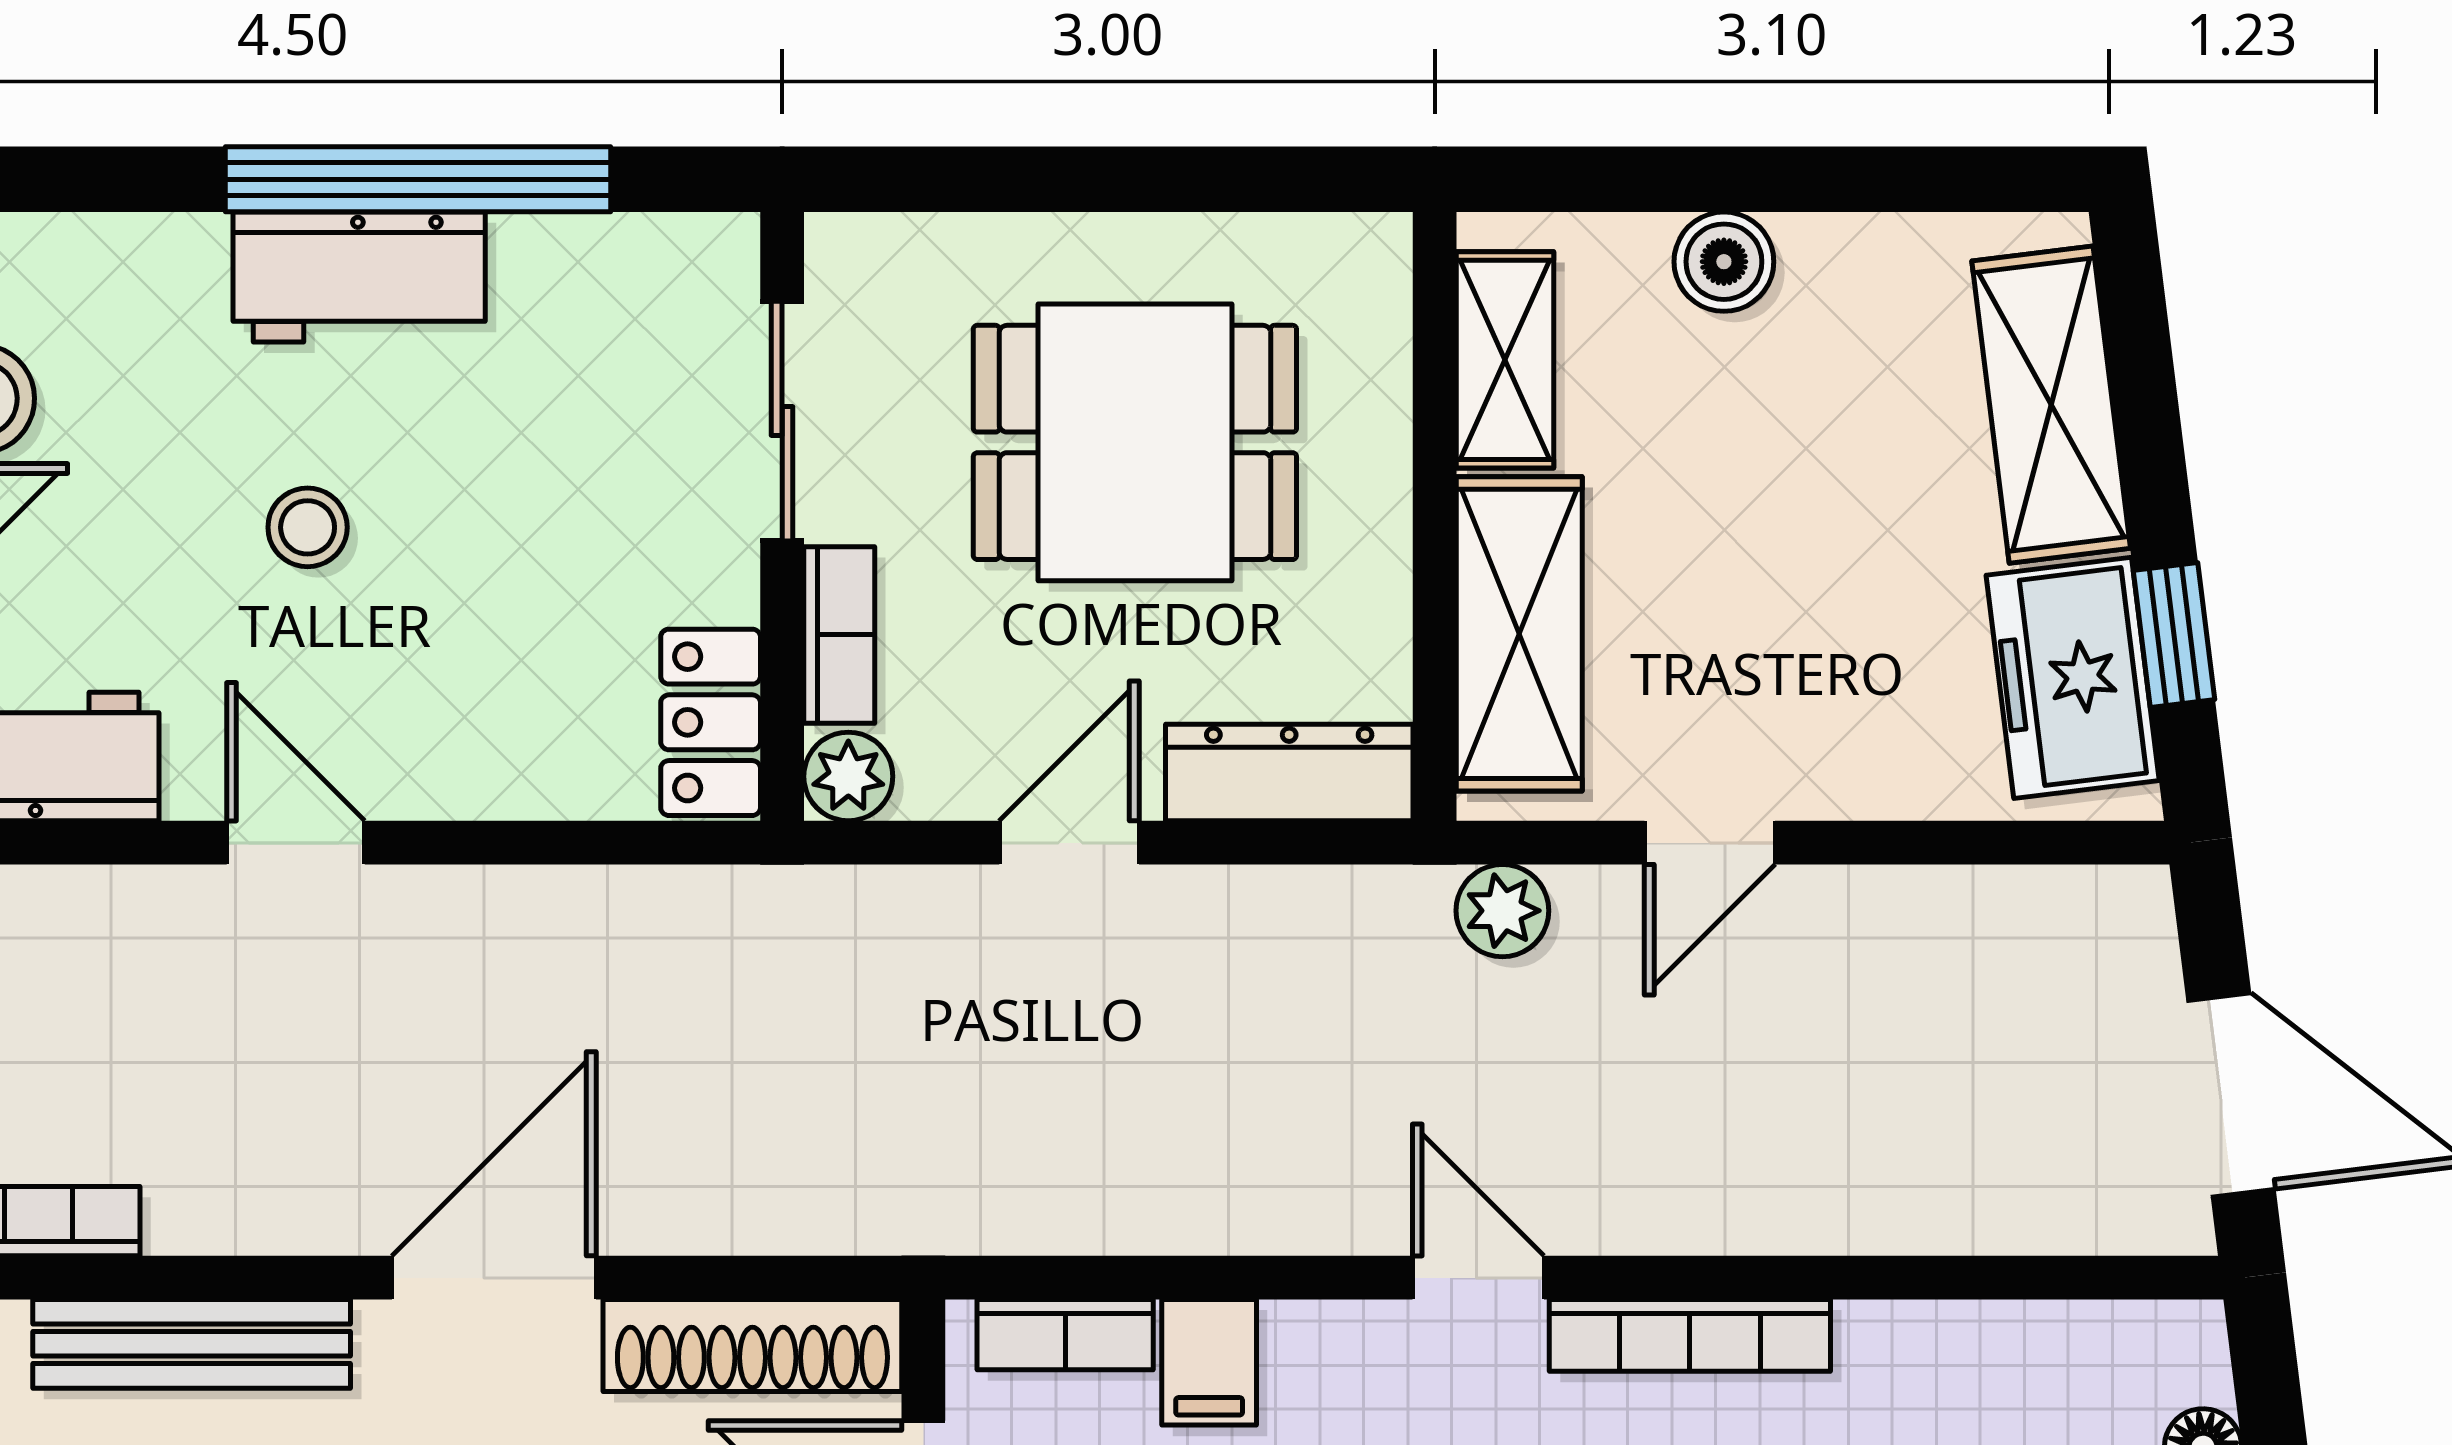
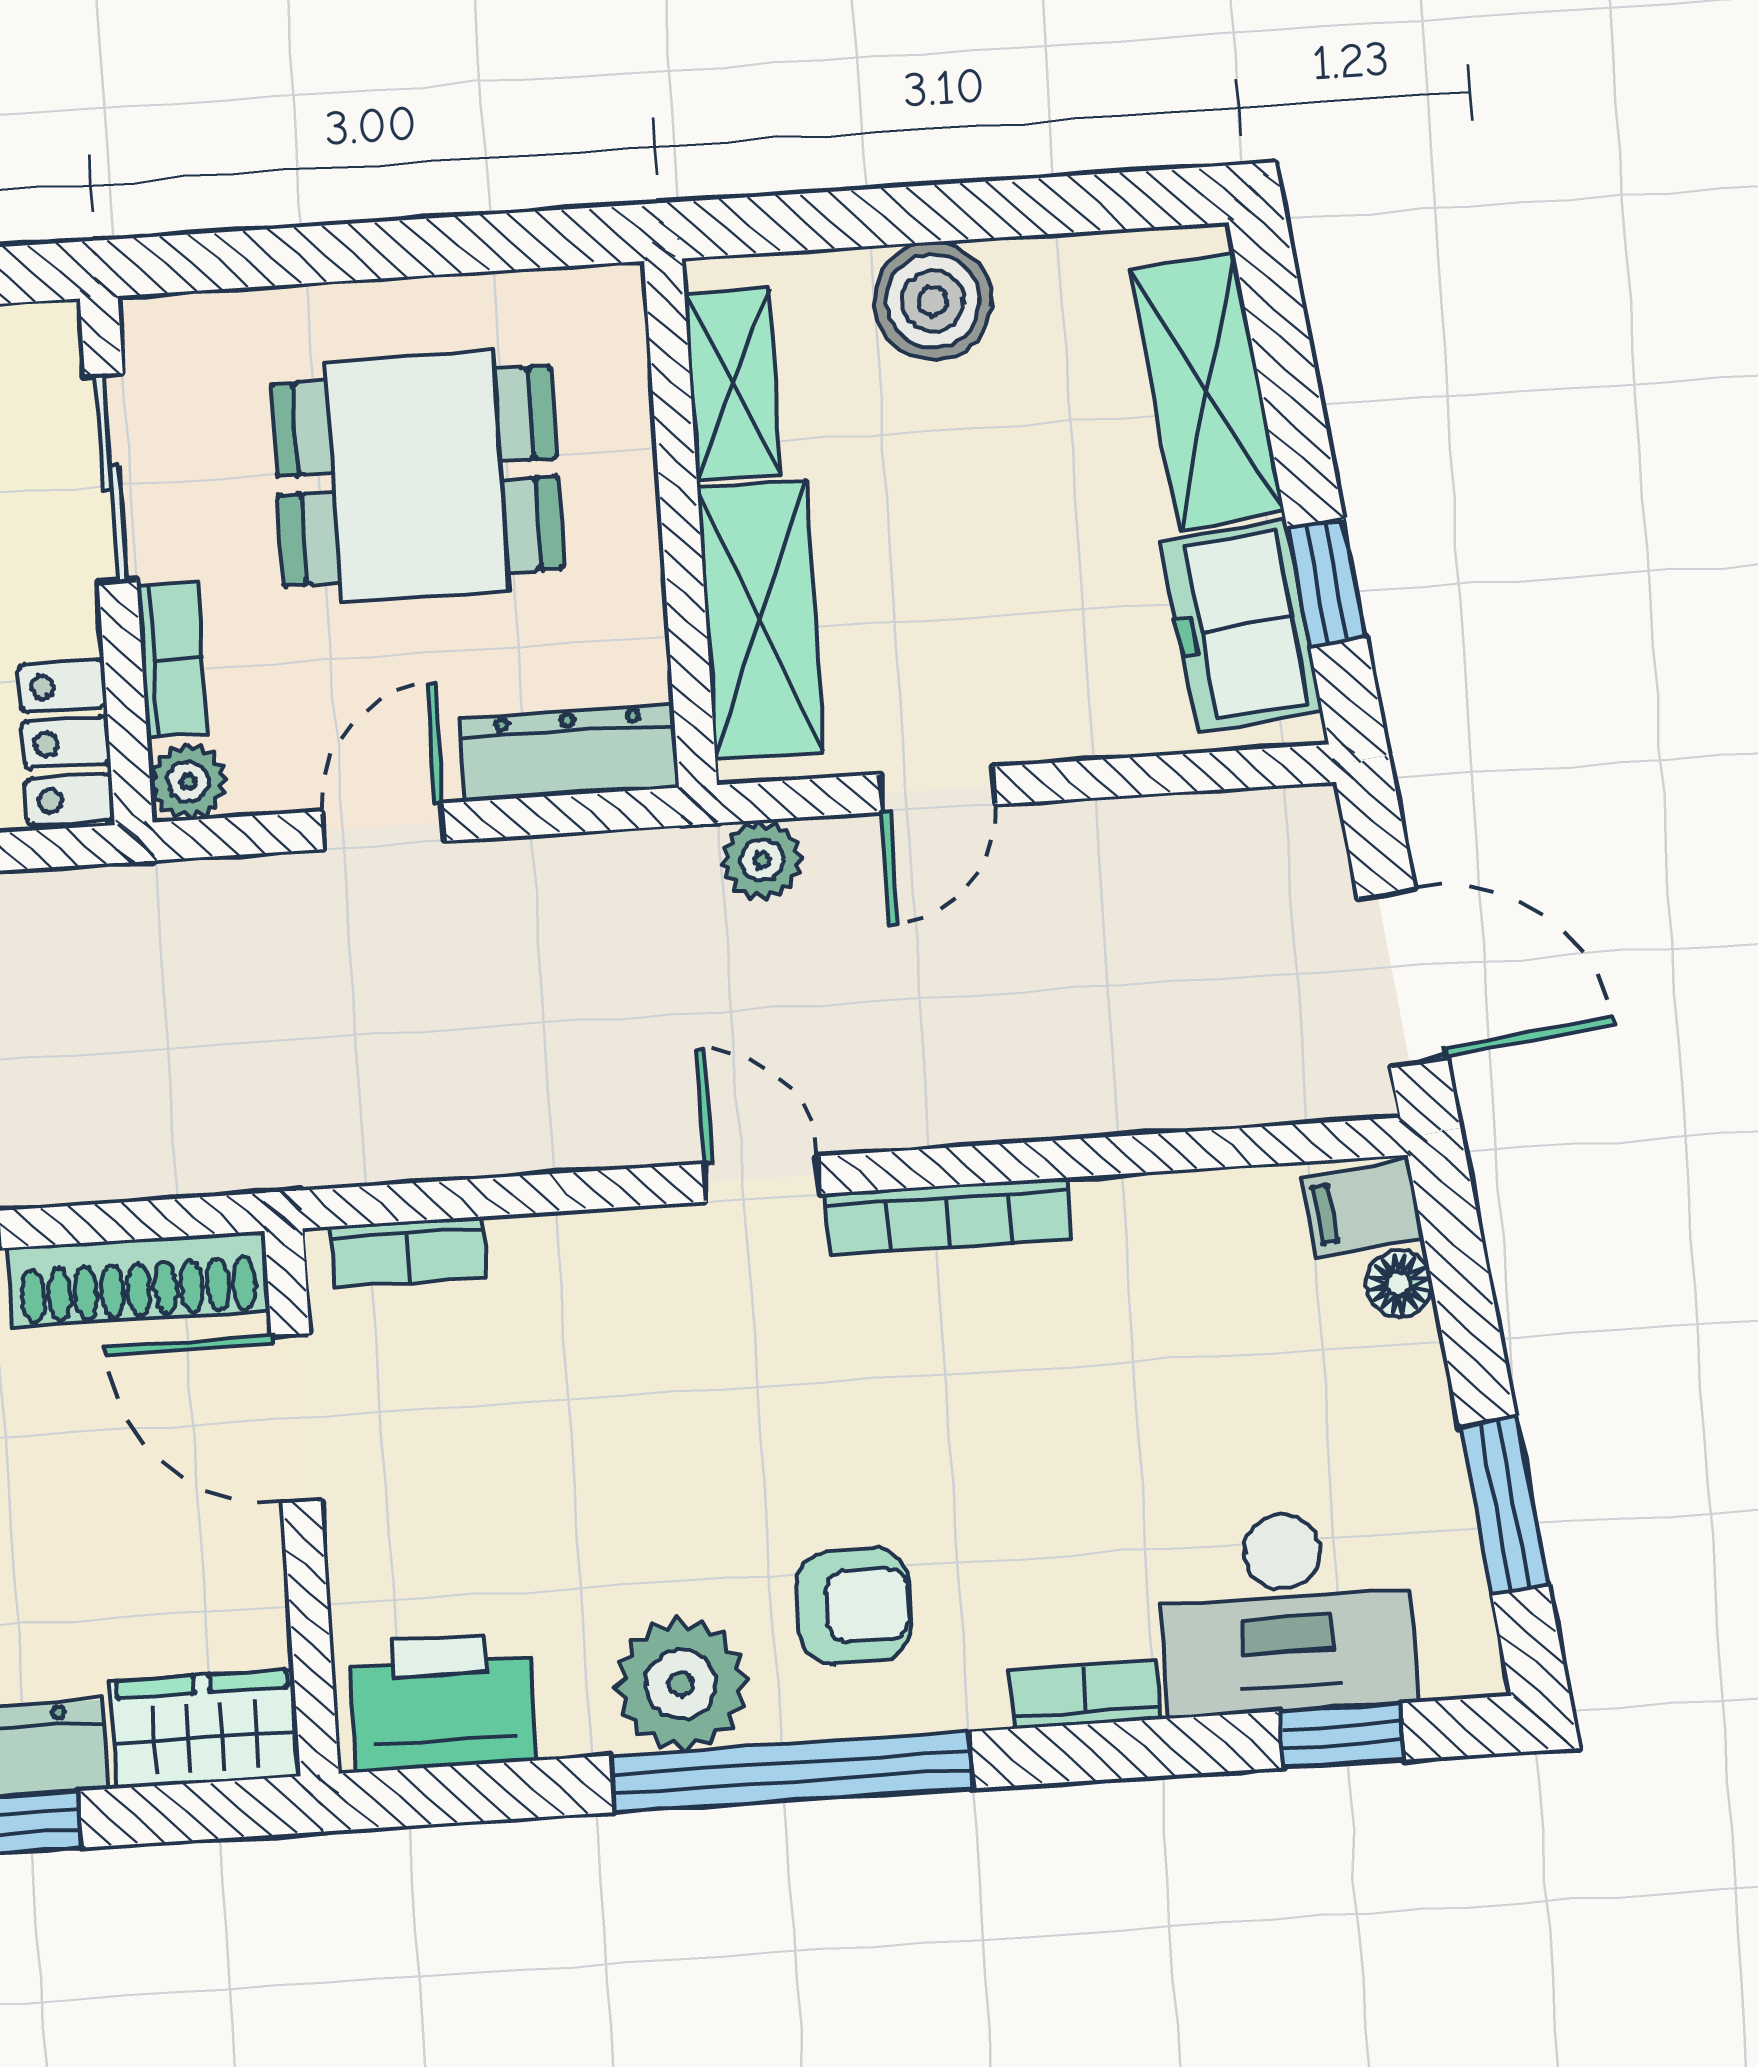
boiler: (1724, 262) -> (933, 301), width x1.36, depth x1.36
filing cabinet: (1209, 1362) -> (1362, 1207), moved, turned 83

